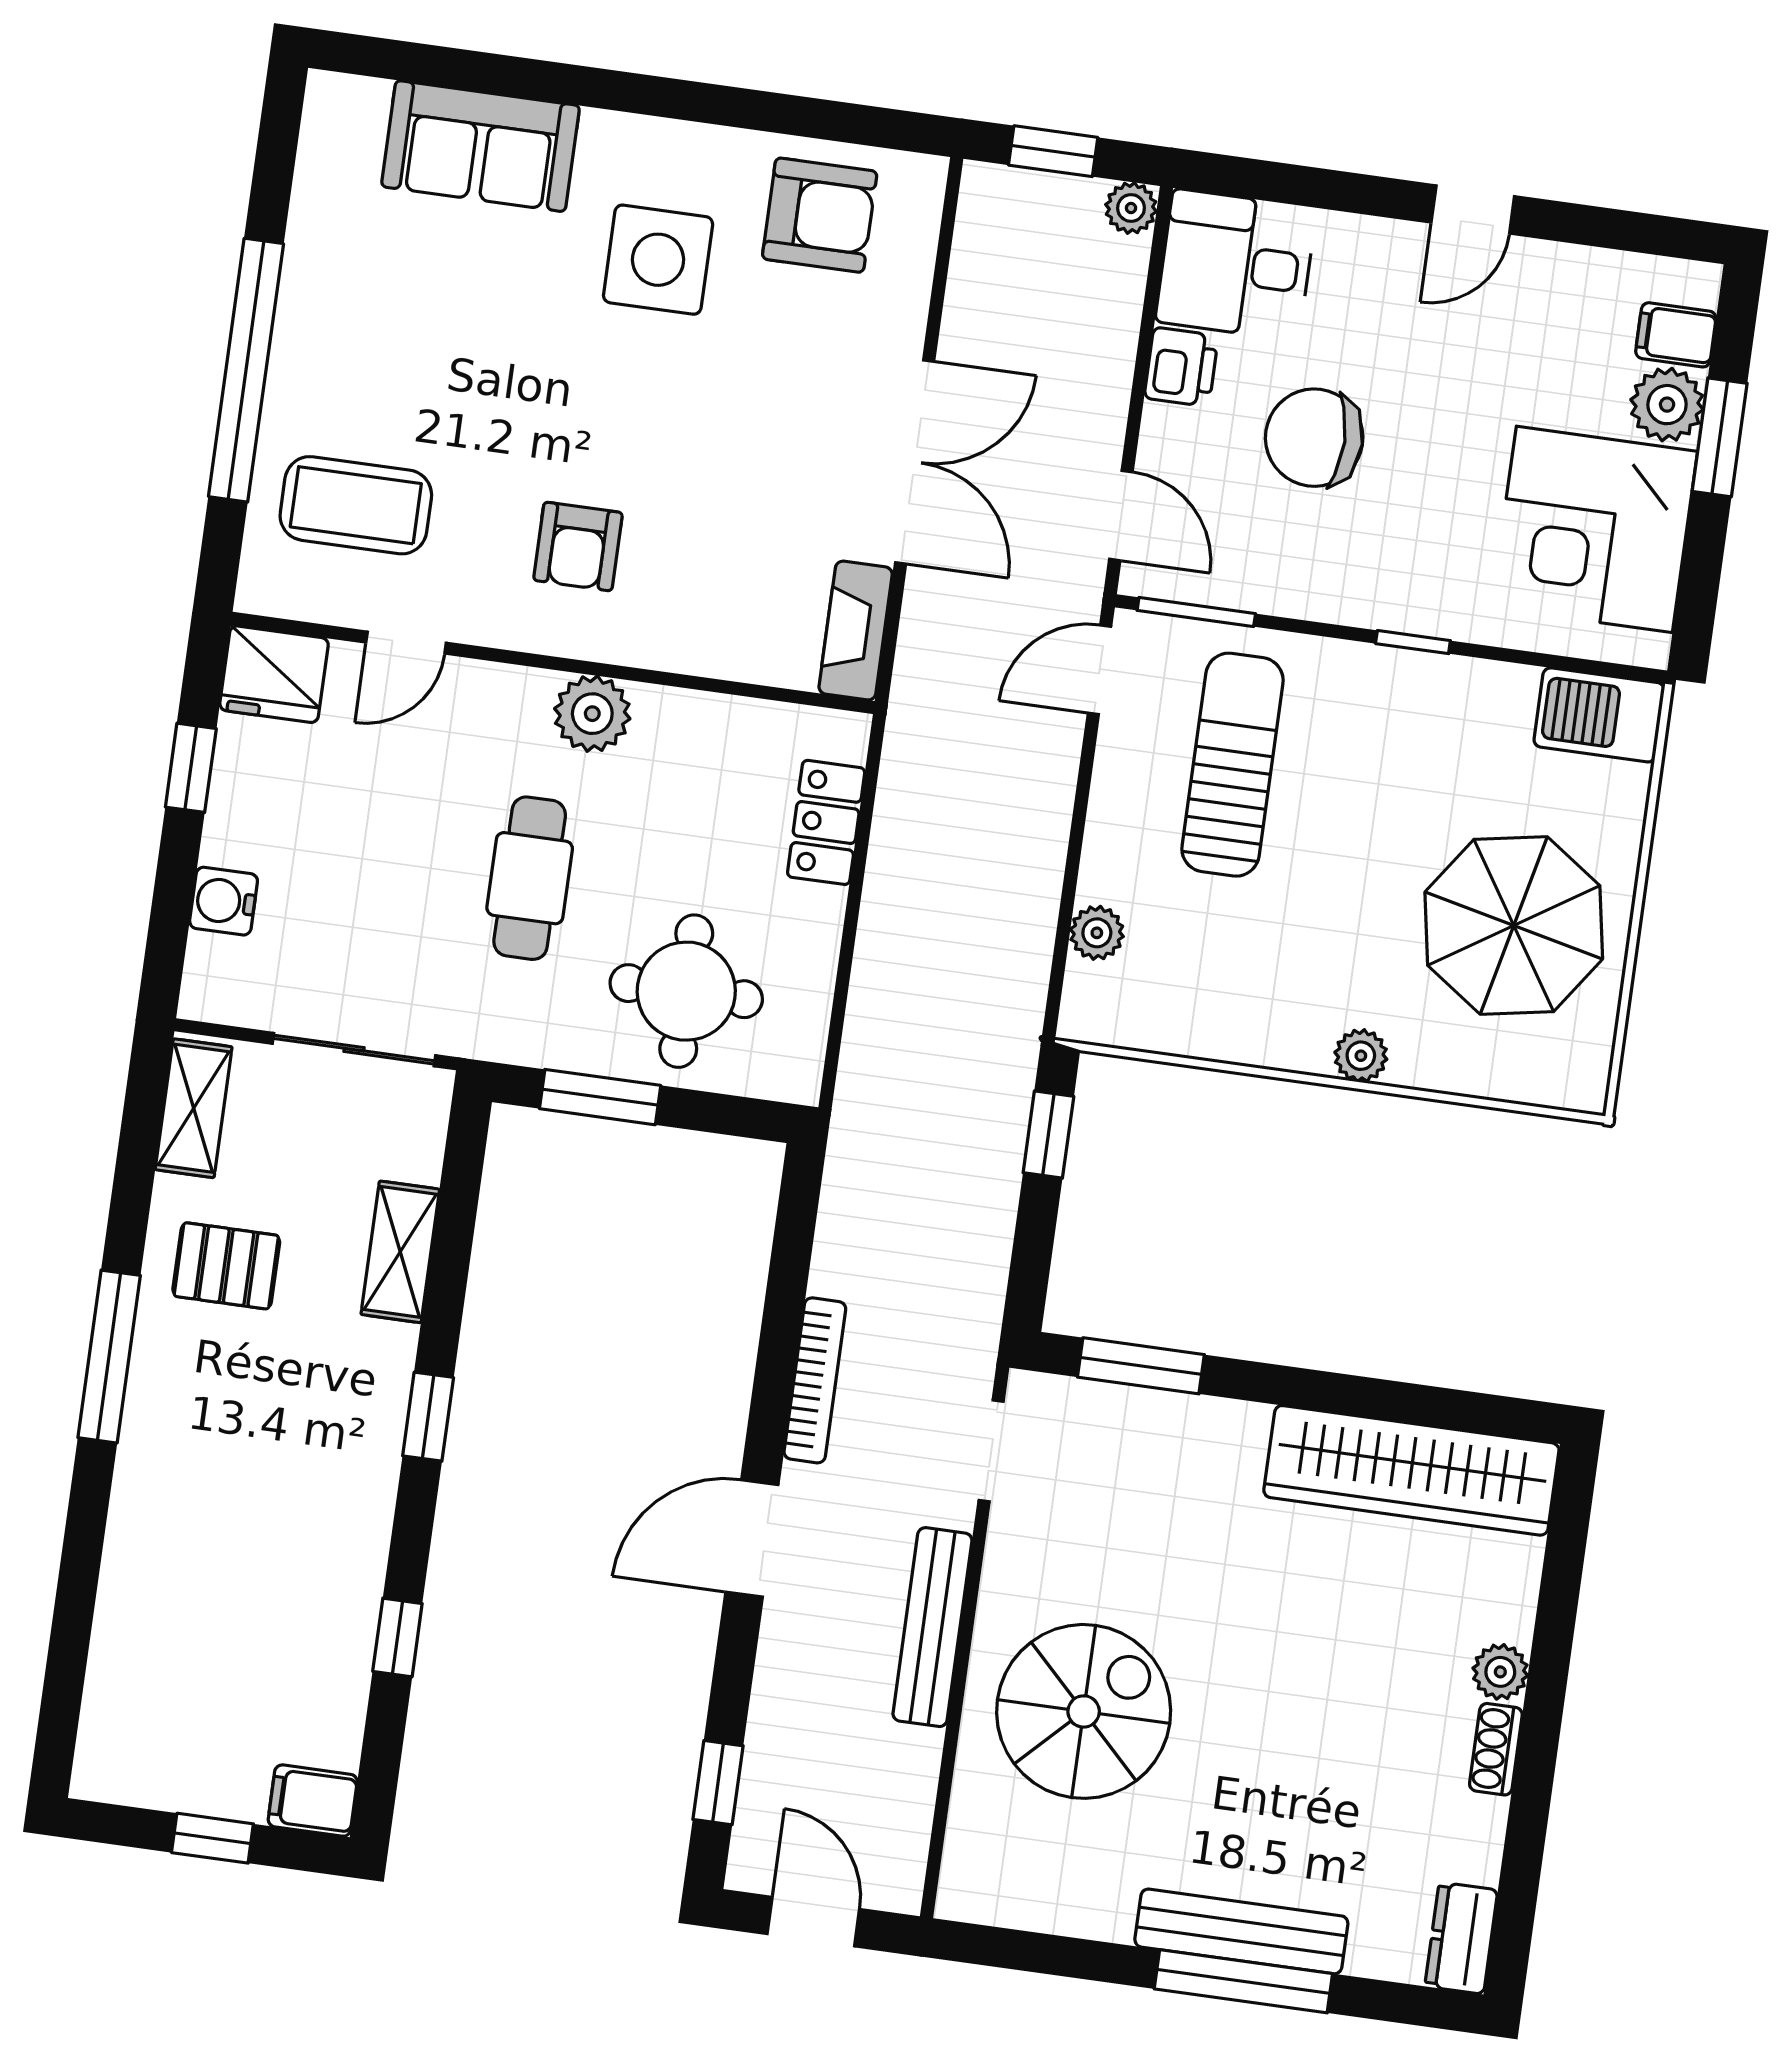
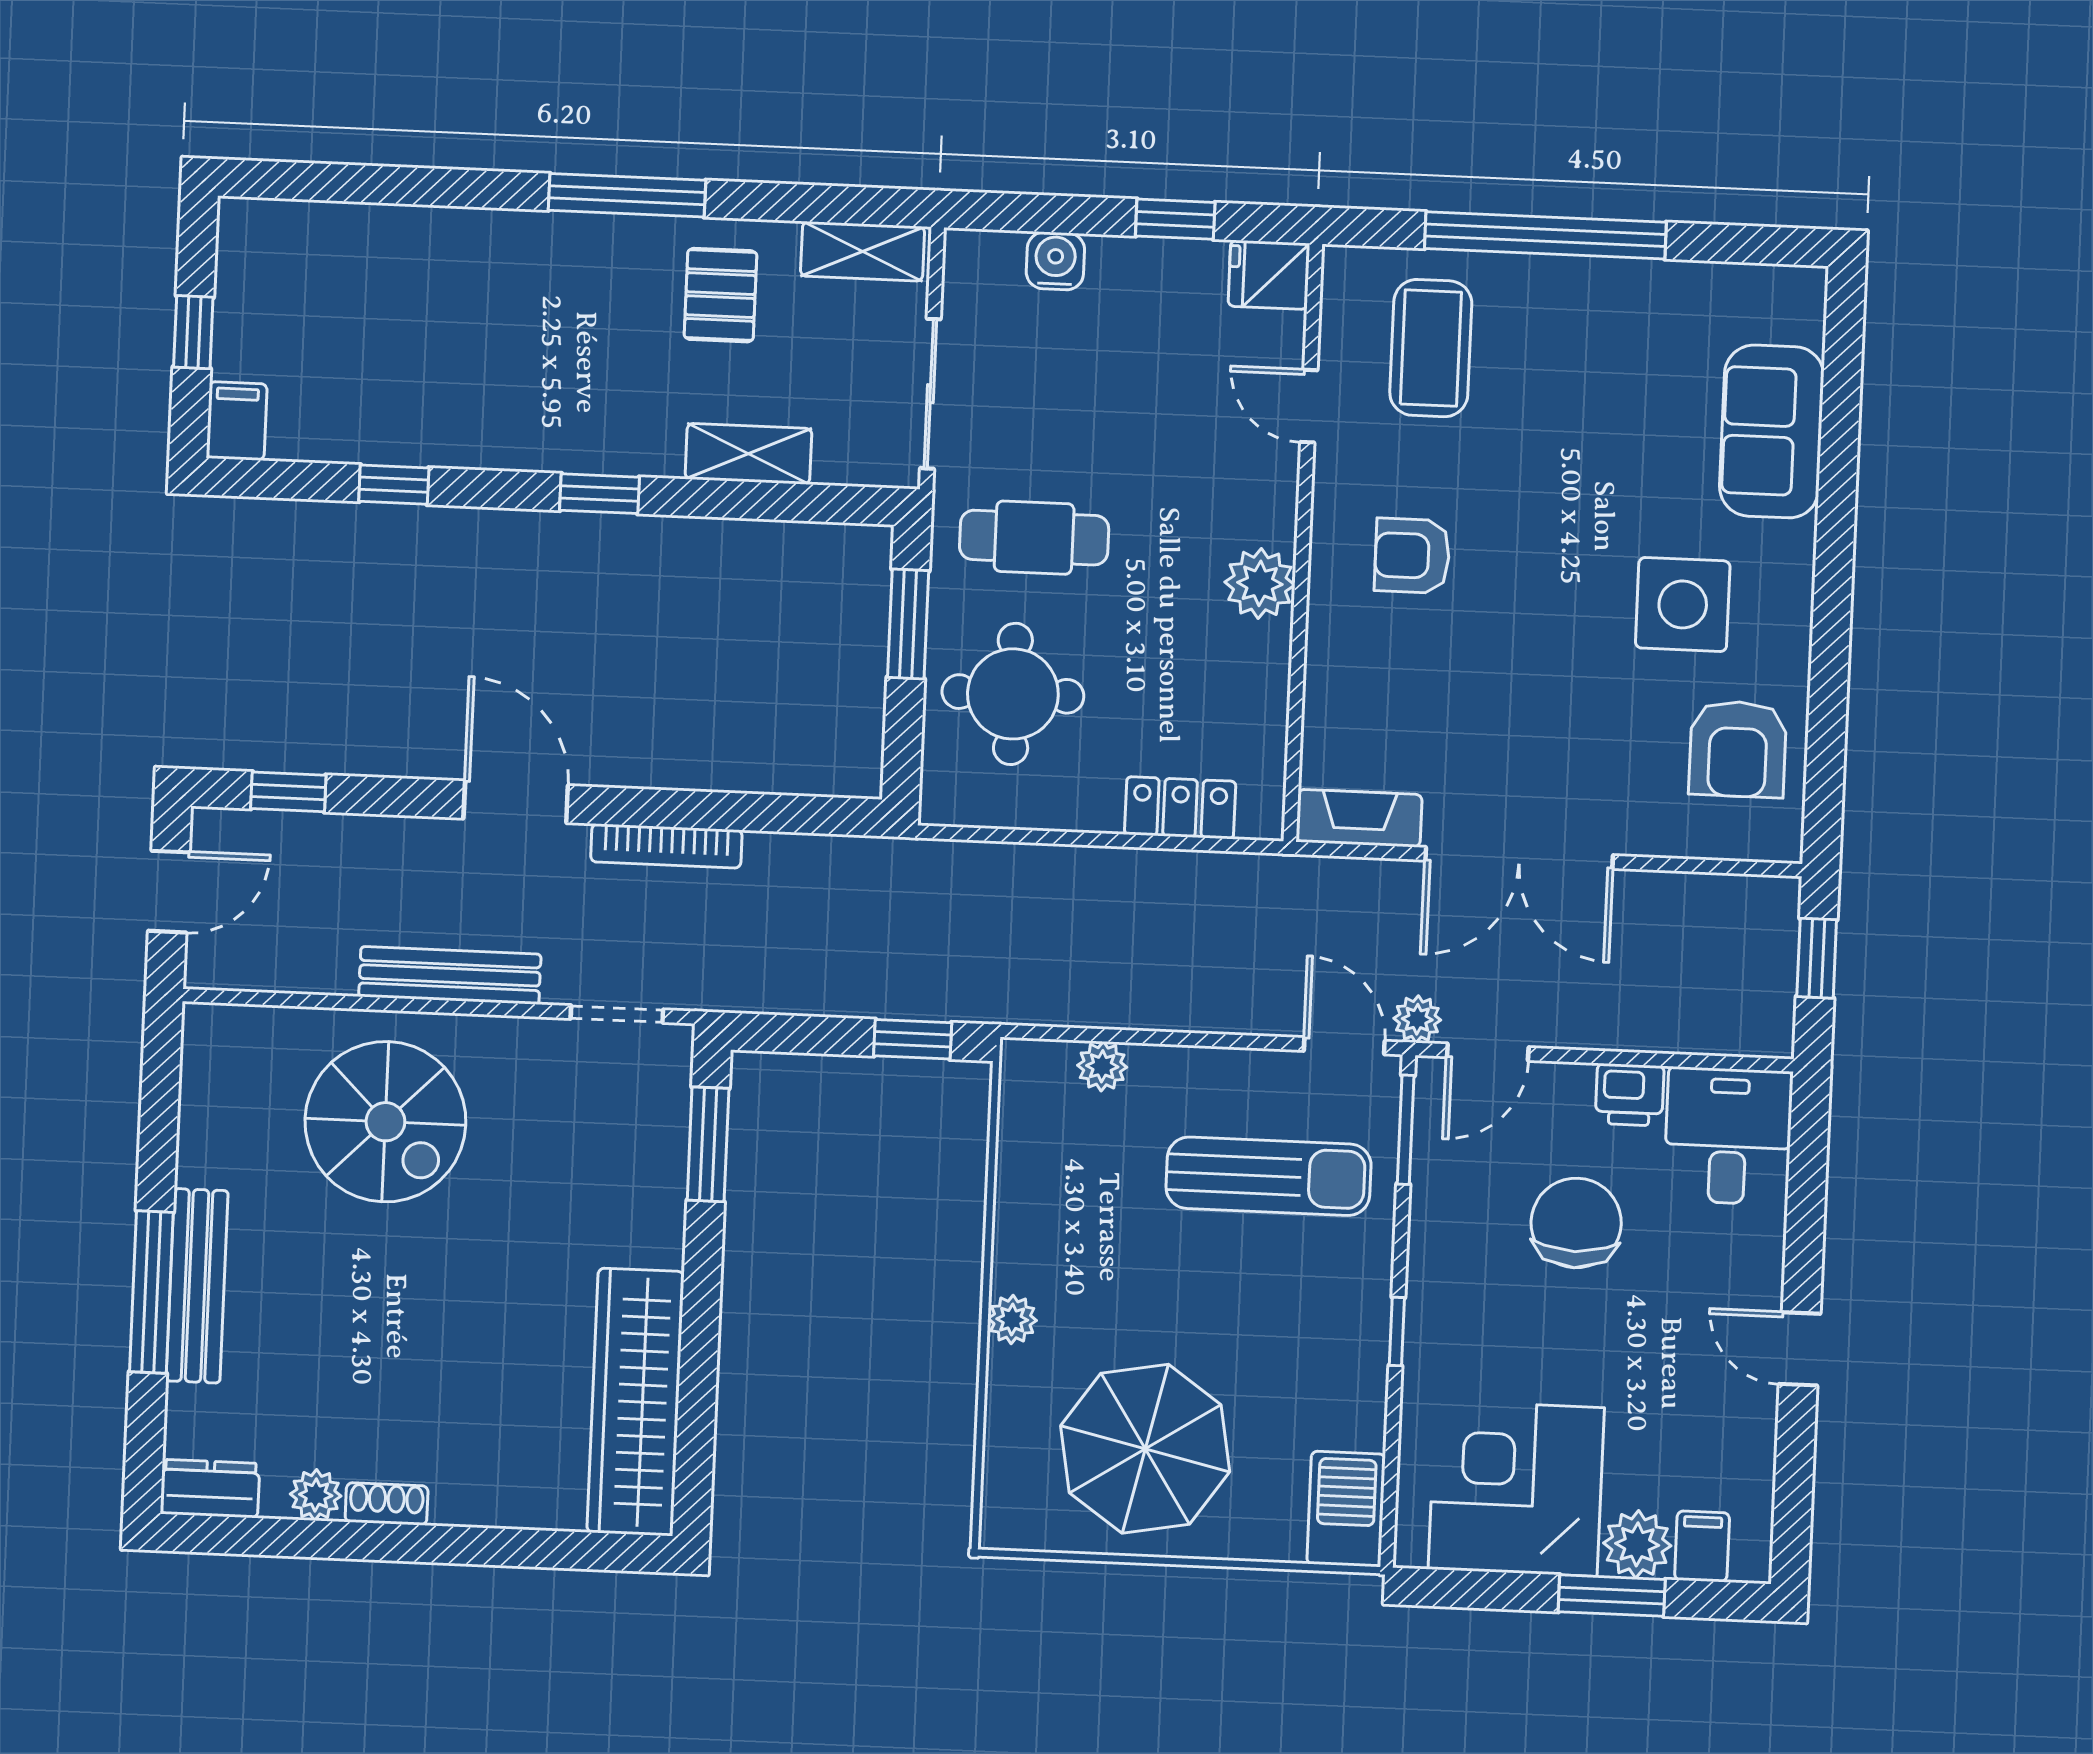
plant: (1131, 208) -> (1417, 1019), moved
fridge: (274, 674) -> (1269, 275), width x0.72
cafe table: (530, 878) -> (1034, 538), moved
plant: (1500, 1672) -> (316, 1495), moved

